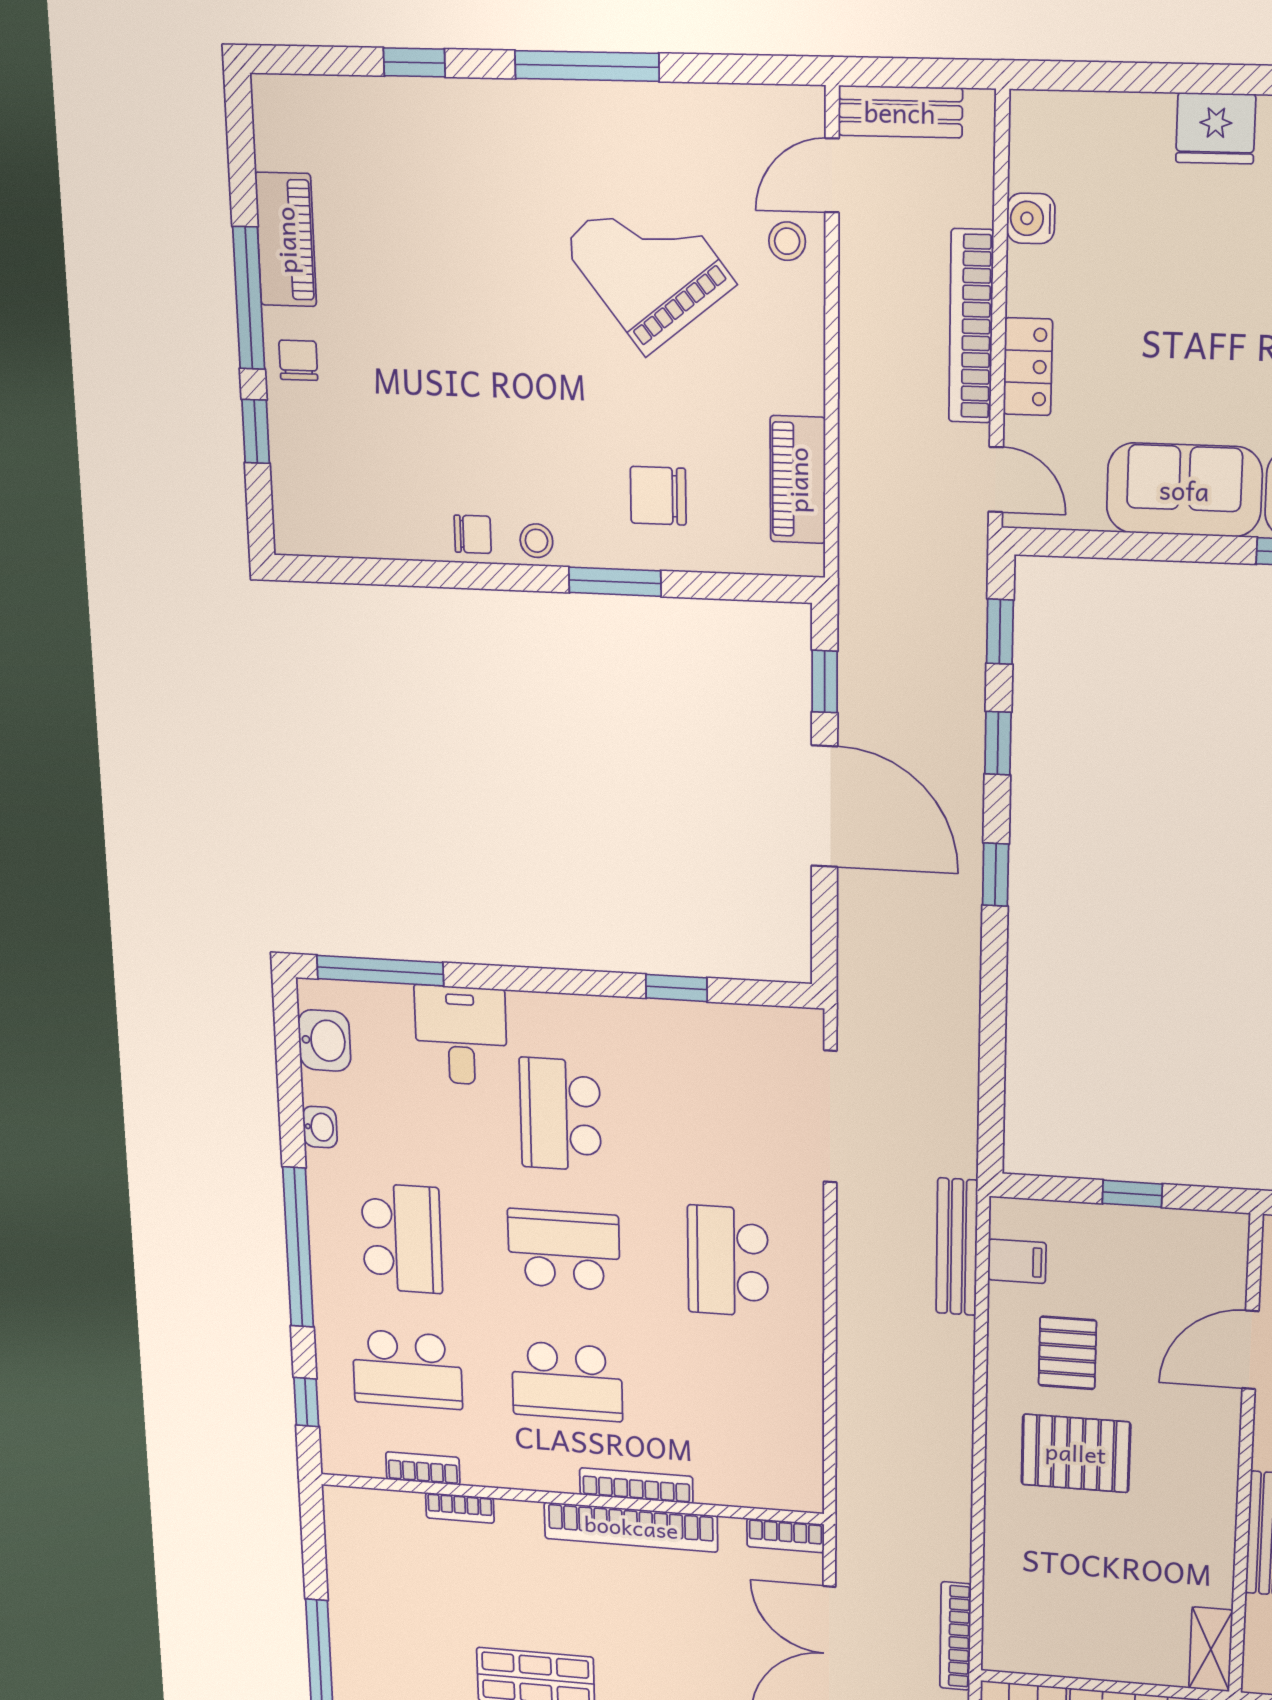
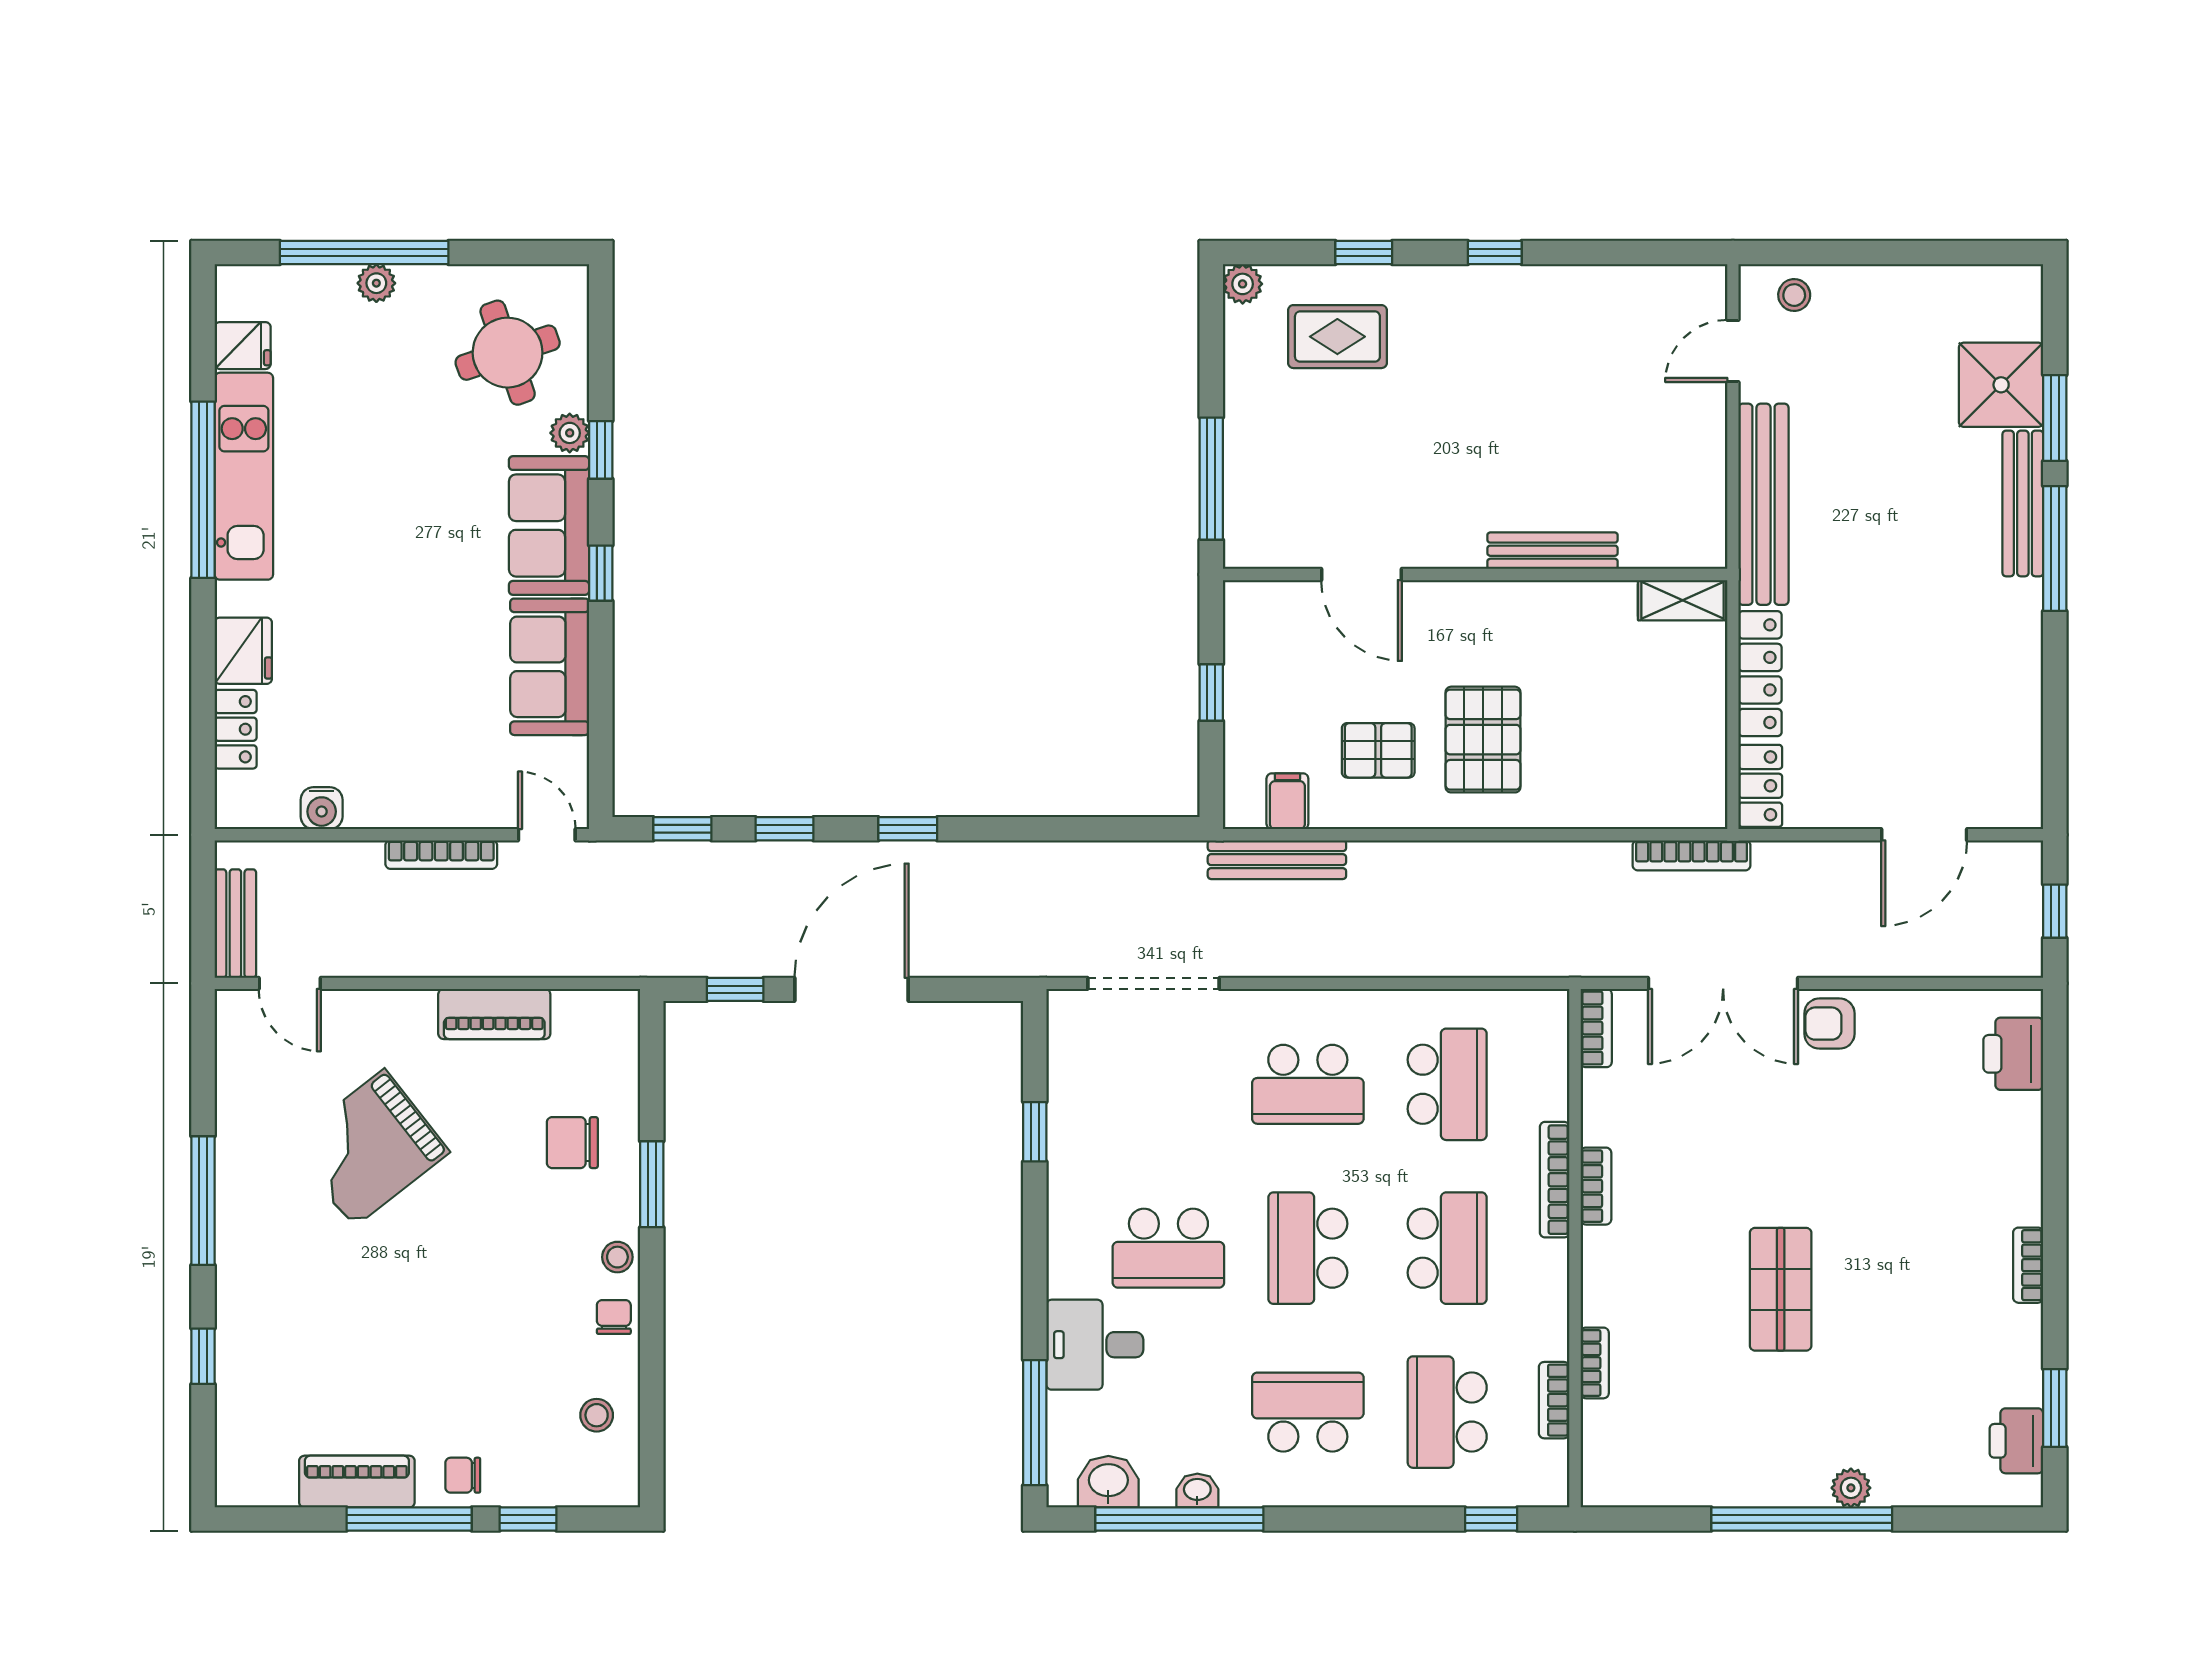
stool: (787, 241) -> (597, 1415), moved
bookcase: (971, 326) -> (441, 855), width x0.68, depth x0.76
locker: (1028, 367) -> (236, 729), moved, turned 90
piano: (798, 480) -> (494, 1014), moved
door: (996, 480) -> (547, 835), hinge flipped
chair: (658, 496) -> (572, 1143), turned 90
window: (298, 1247) -> (1179, 1519), moved
school desk: (407, 1369) -> (1447, 1412), turned 180
school desk: (729, 1393) -> (1447, 1084), added
bookcase: (631, 1527) -> (1596, 1186), width x0.43, depth x0.76

